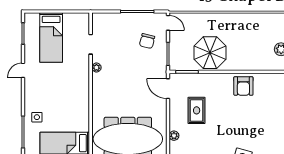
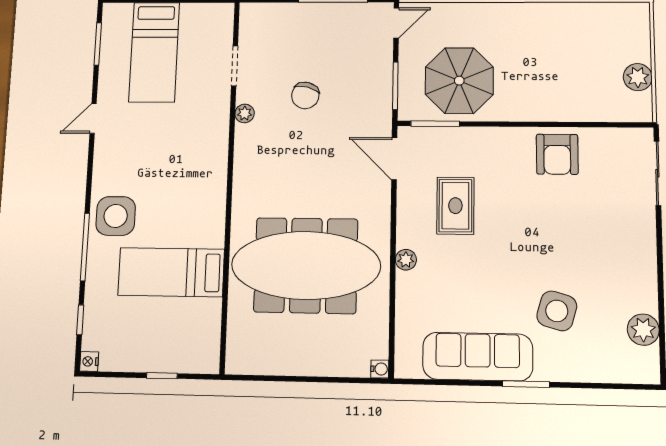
door: (168, 23) -> (396, 23), hinge flipped
chair: (147, 41) -> (305, 95), moved
parasol: (210, 53) -> (459, 81), moved
side table: (37, 117) -> (116, 216), width x1.87, depth x1.87

